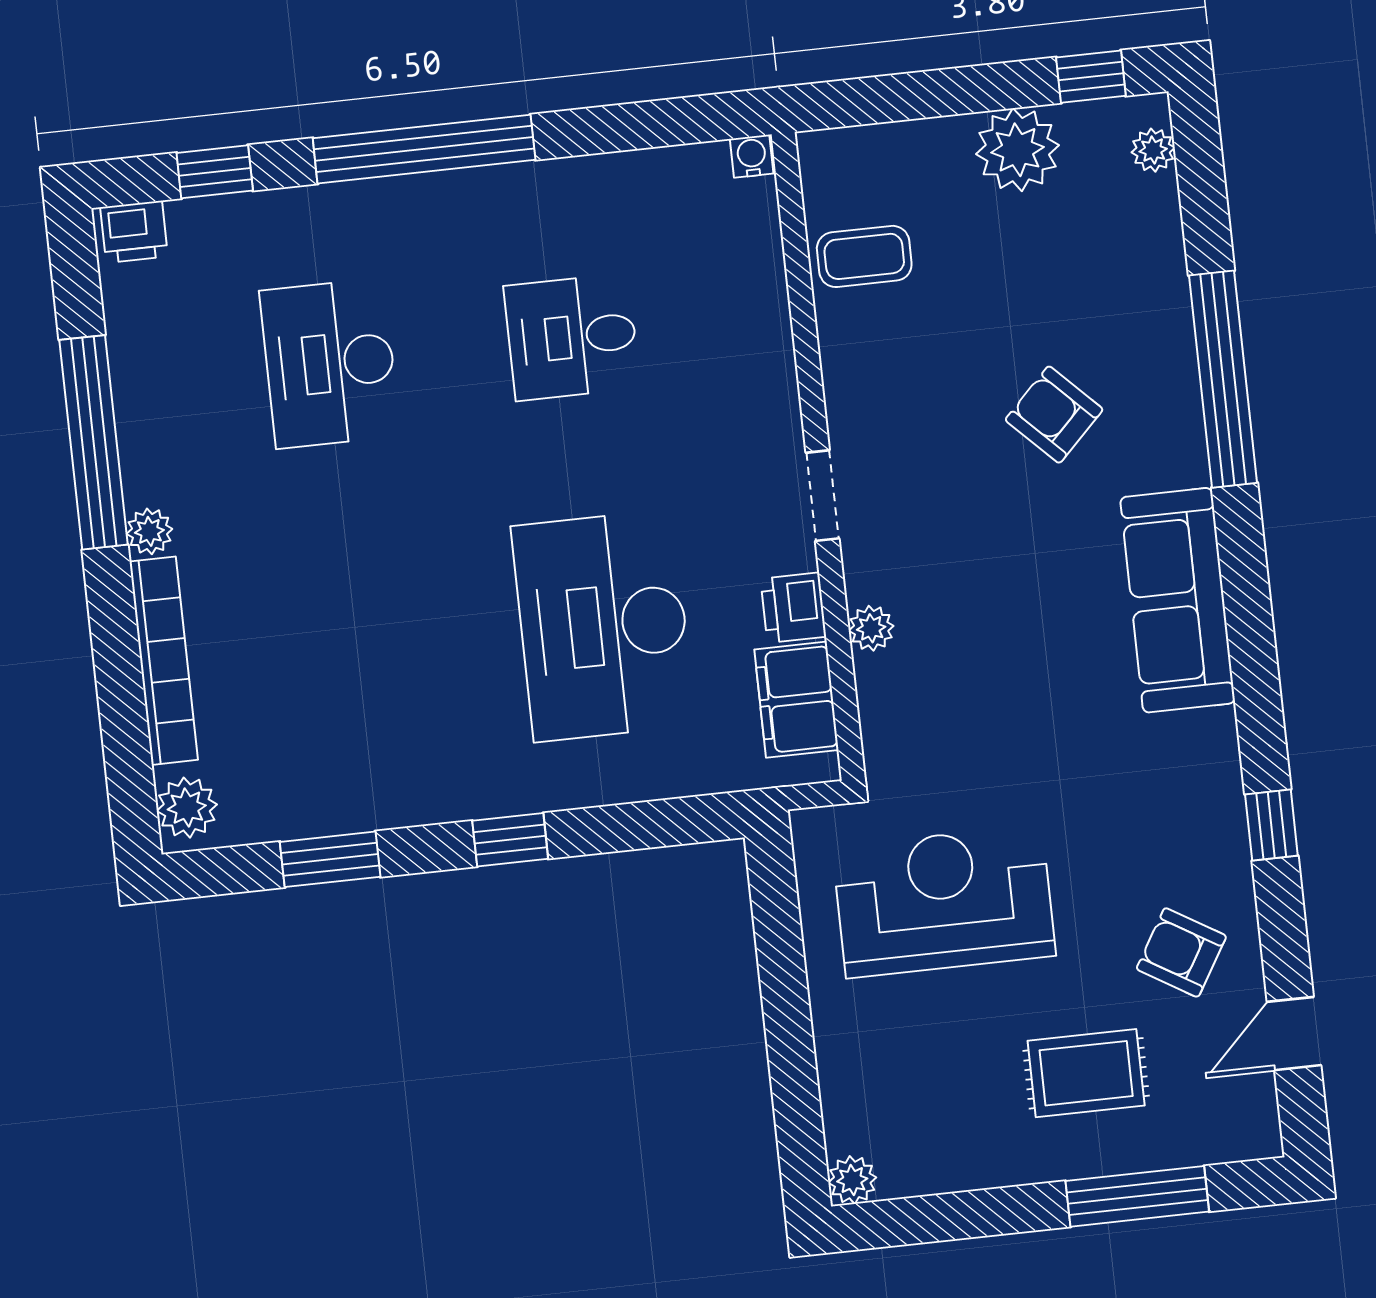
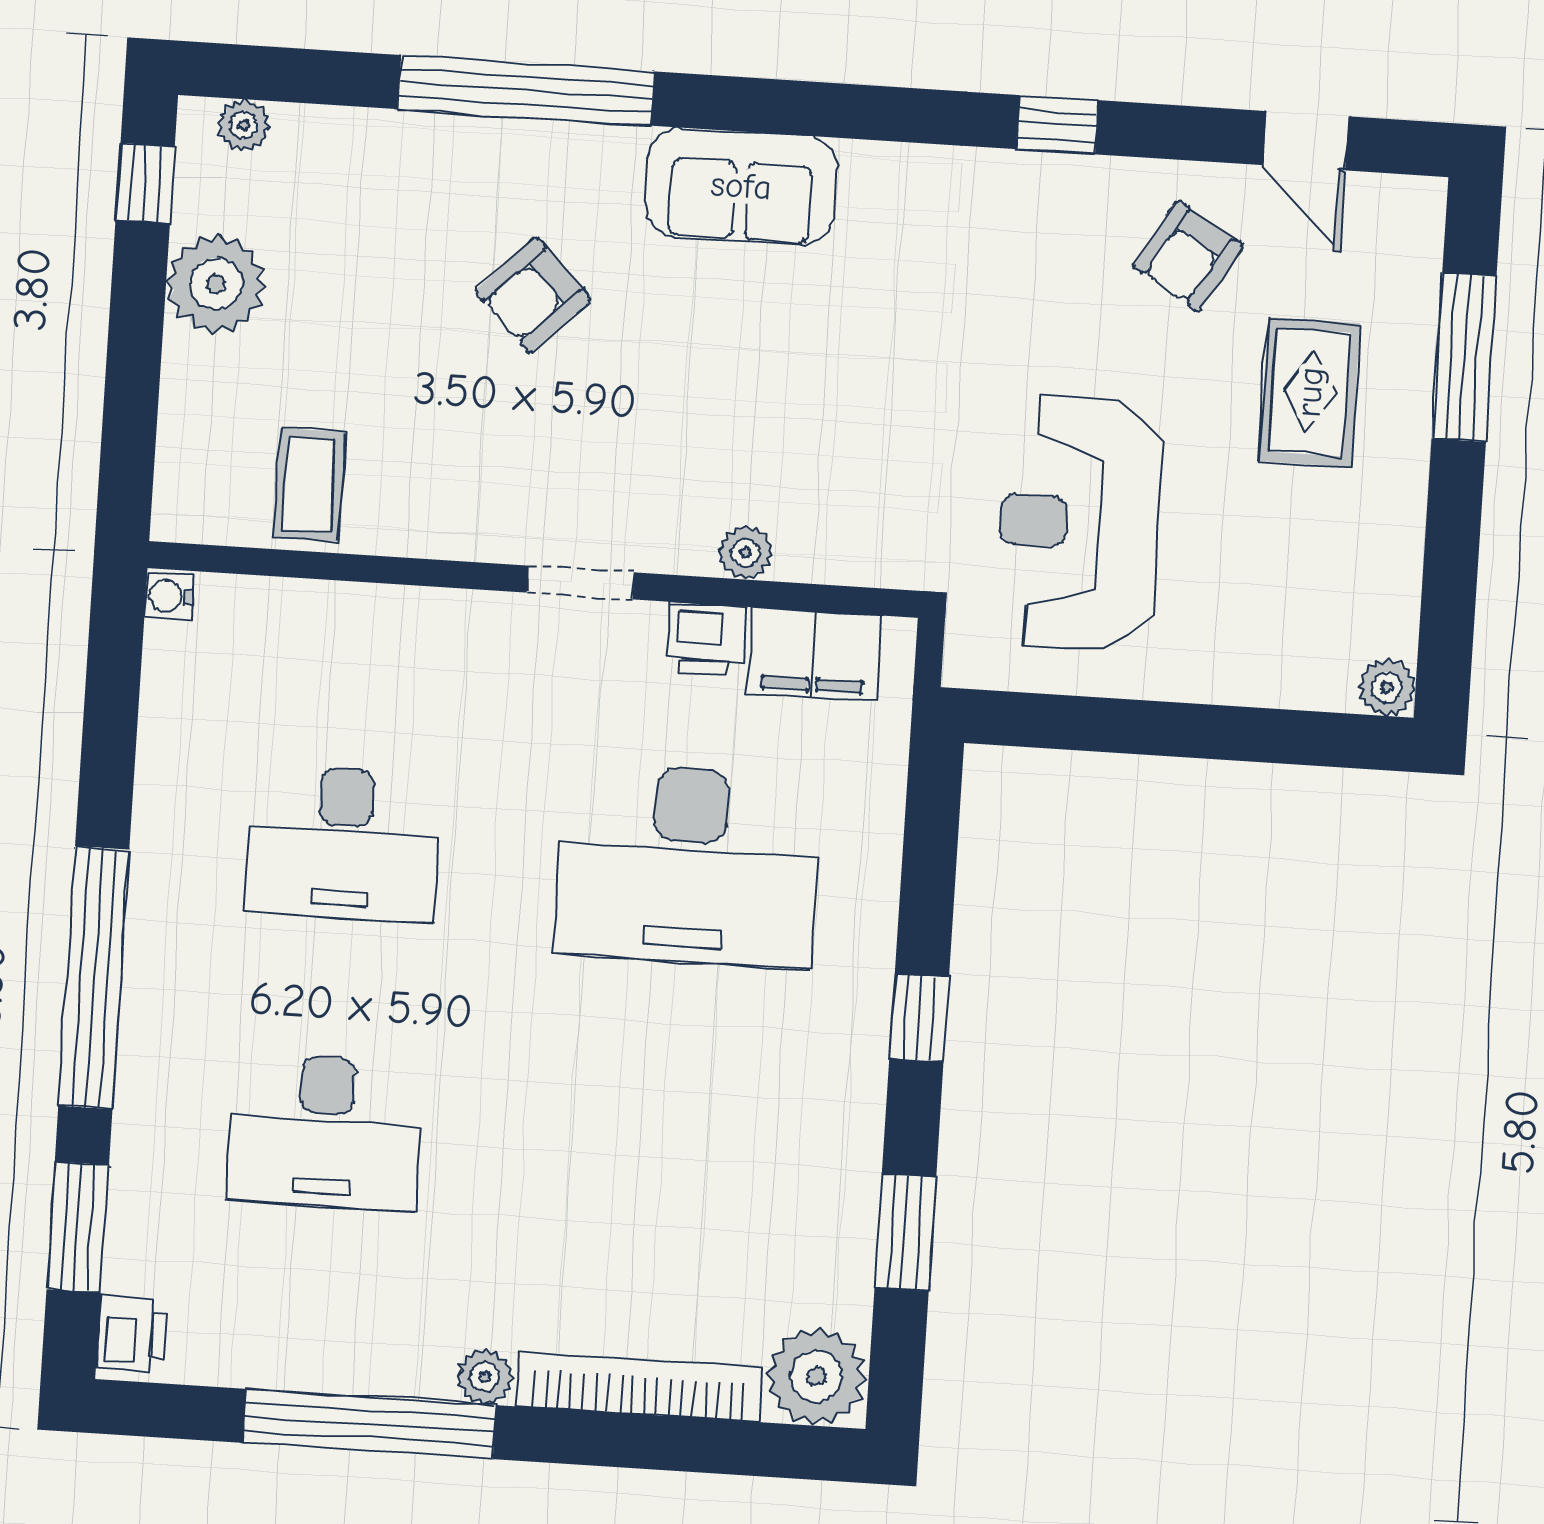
window: (215, 172) -> (78, 1227), width x1.50
desk: (572, 337) -> (344, 843), width x1.37
sofa: (1178, 600) -> (741, 186), width x0.73
plant: (187, 808) -> (816, 1376), width x1.36, depth x1.36

